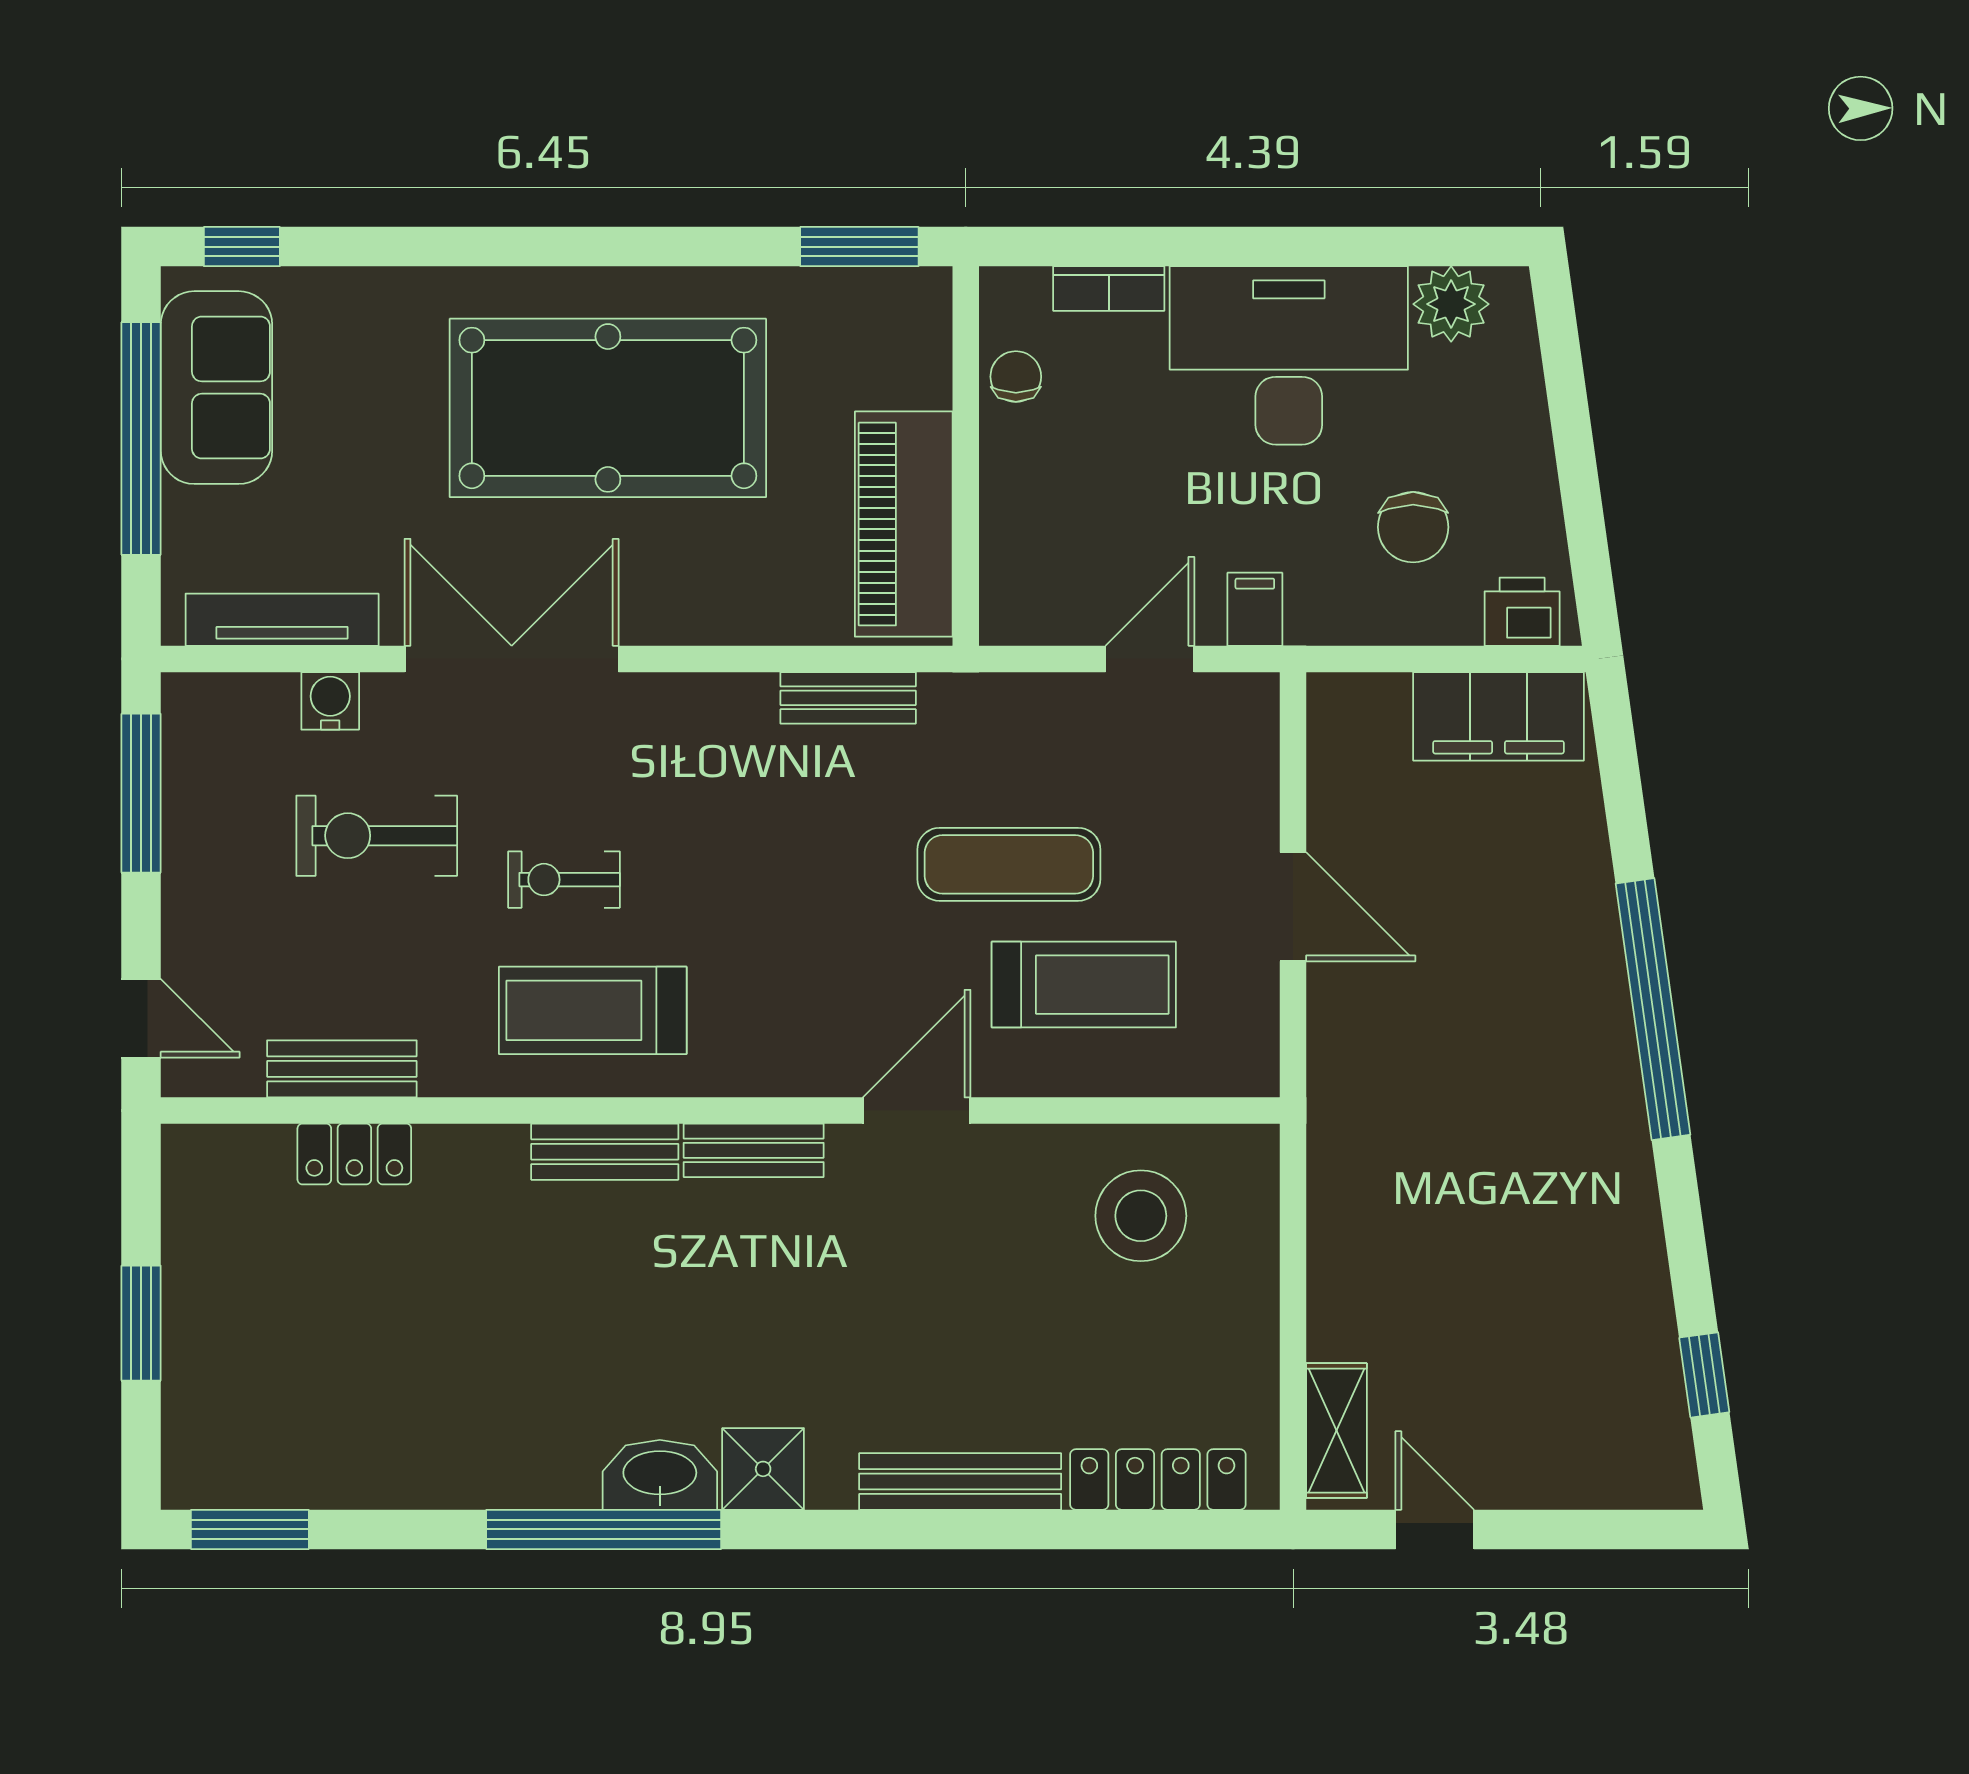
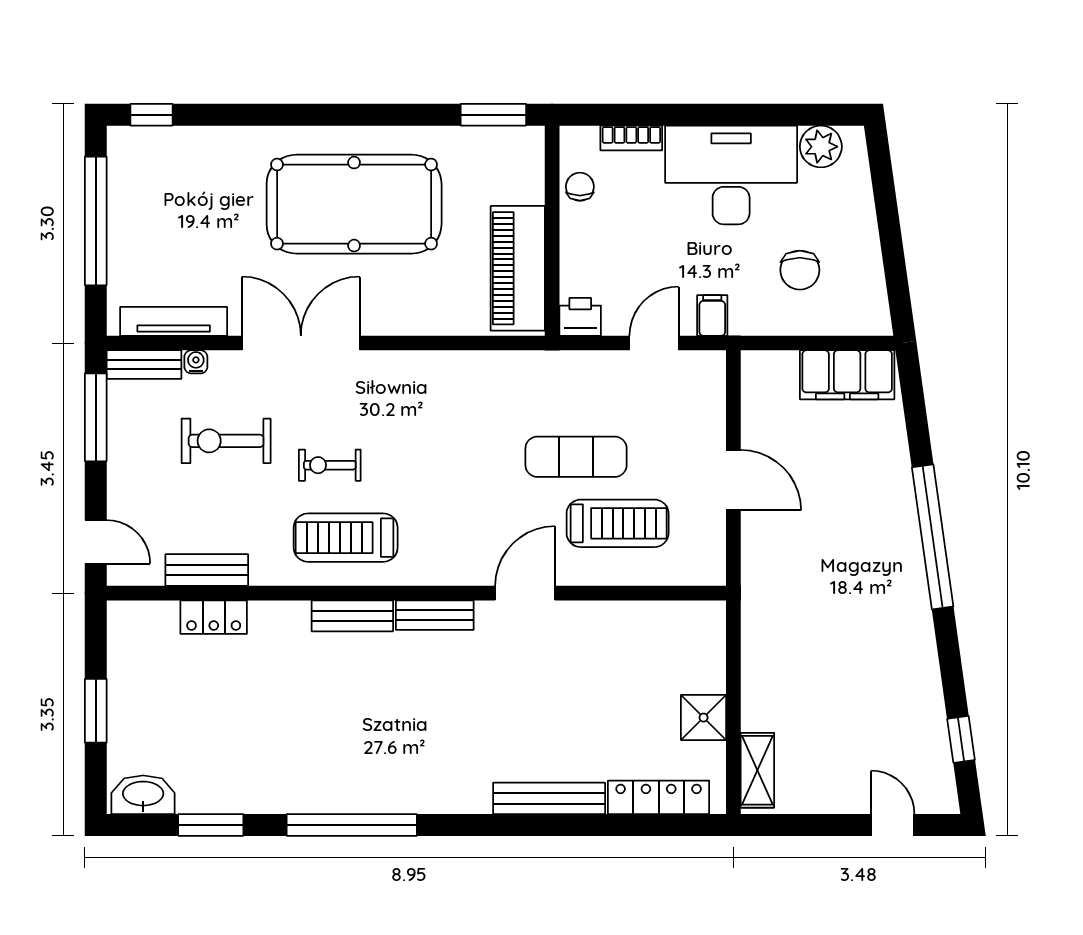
sofa: (216, 388) -> (137, 193), removed
printer: (1522, 612) -> (580, 317), moved
bench: (848, 698) -> (144, 365), moved
water cooler: (330, 701) -> (196, 362), width x0.72, depth x0.72
stool: (1141, 1216) -> (649, 651), removed
shower: (763, 1469) -> (704, 718), moved
washbasin: (660, 1475) -> (143, 795), moved
window: (250, 1529) -> (211, 825), moved
door: (1435, 1529) -> (893, 825), moved

